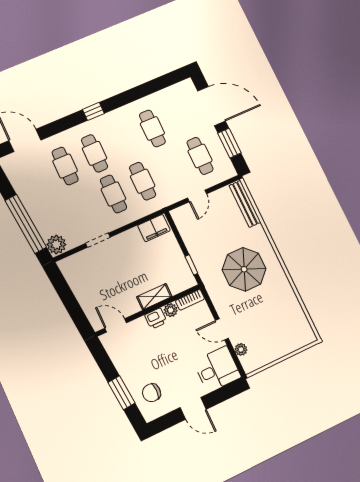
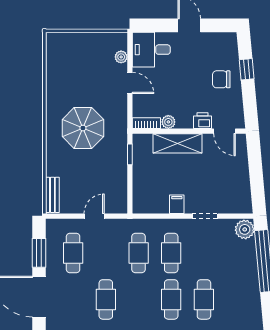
bench: (245, 204) -> (52, 195), width x0.73
filing cabinet: (154, 228) -> (177, 204), moved, width x0.50
shelving: (154, 297) -> (178, 143), width x1.50, depth x1.33
printer: (156, 319) -> (203, 121), moved
window: (121, 393) -> (247, 69), width x0.67
chair: (152, 393) -> (221, 79), moved, turned 180

